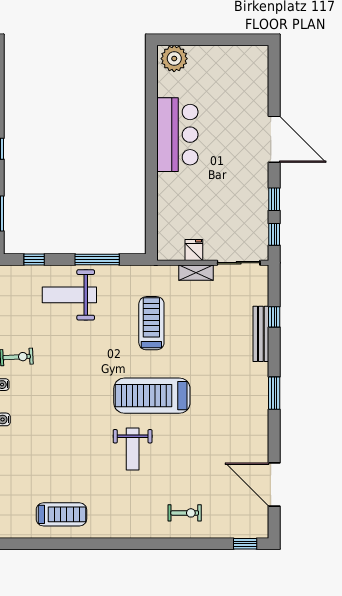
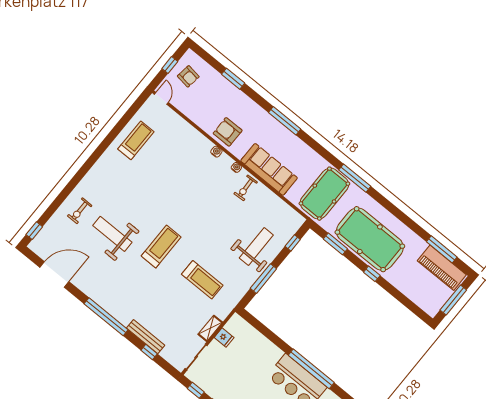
window: (151, 131) -> (311, 369), added
window: (274, 393) -> (106, 317), width x2.11
treadmill: (152, 396) -> (161, 246), width x0.73, depth x0.73
weight bench: (133, 449) -> (112, 234), moved, width x1.36, depth x1.33
treadmill: (61, 514) -> (136, 140), turned 180

